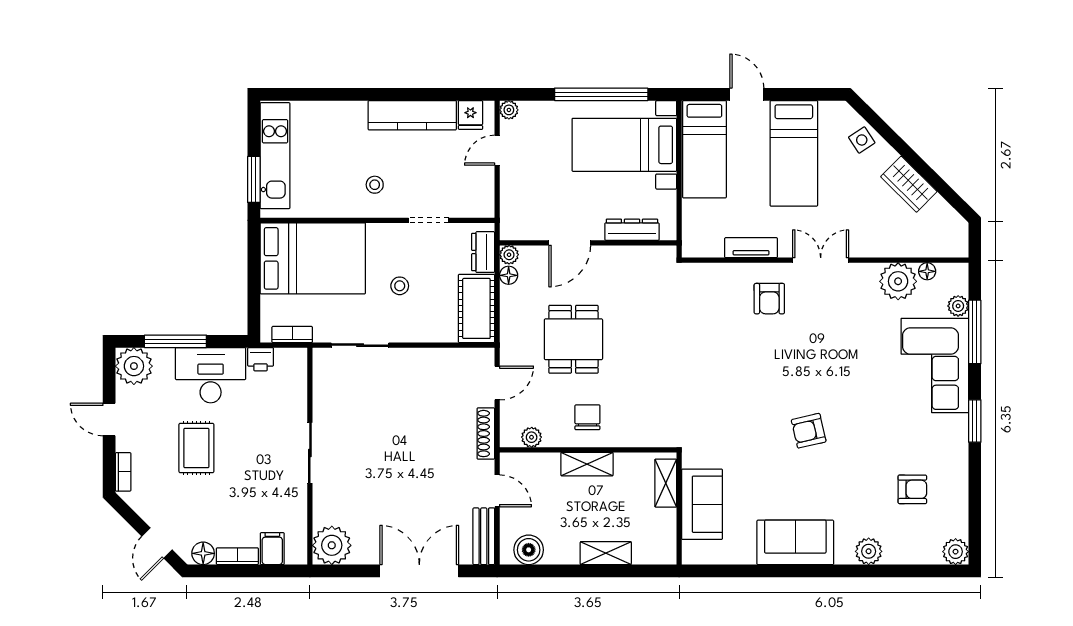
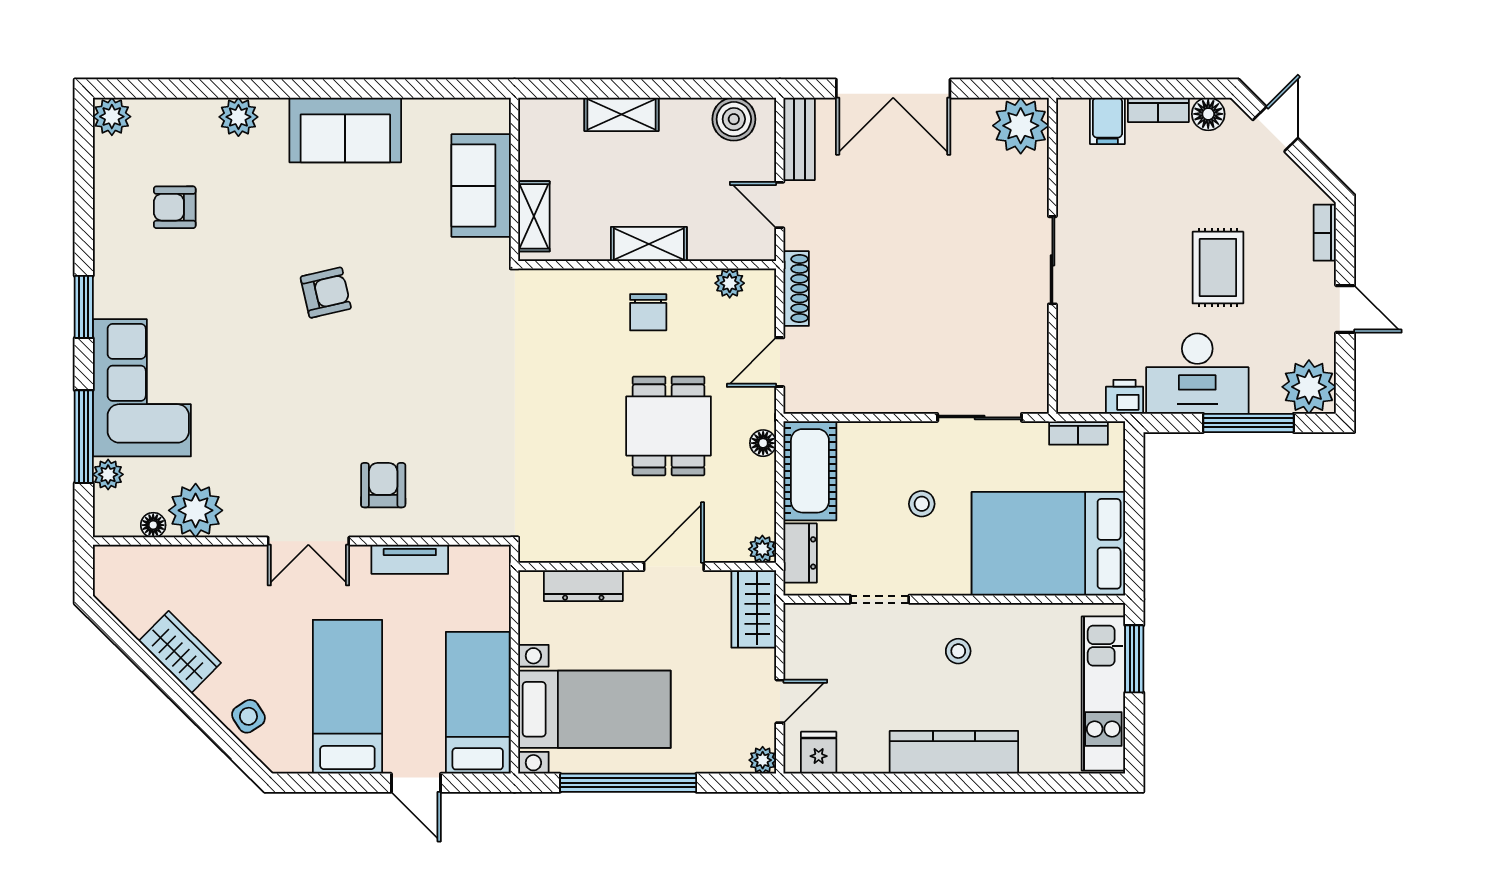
kitchen counter: (412, 115) -> (954, 752), moved
wardrobe: (515, 214) -> (754, 609), added
floor lamp: (509, 275) -> (763, 443), moved

